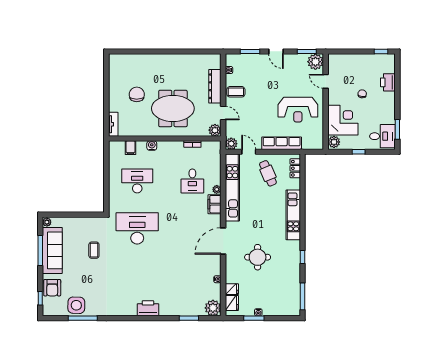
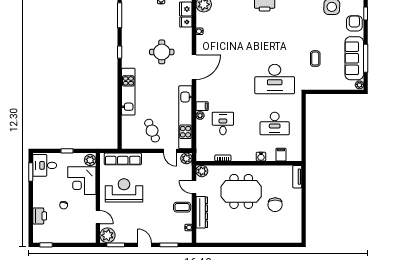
row of seats: (282, 143) -> (123, 159), moved
locker: (295, 168) -> (126, 135), removed
filing cabinet: (215, 204) -> (202, 106), width x0.50

